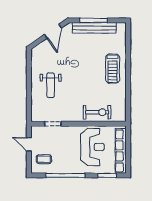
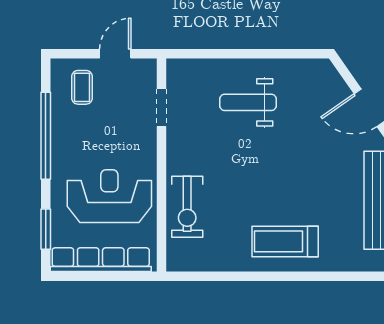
reception desk: (92, 147) -> (109, 196), turned 180

